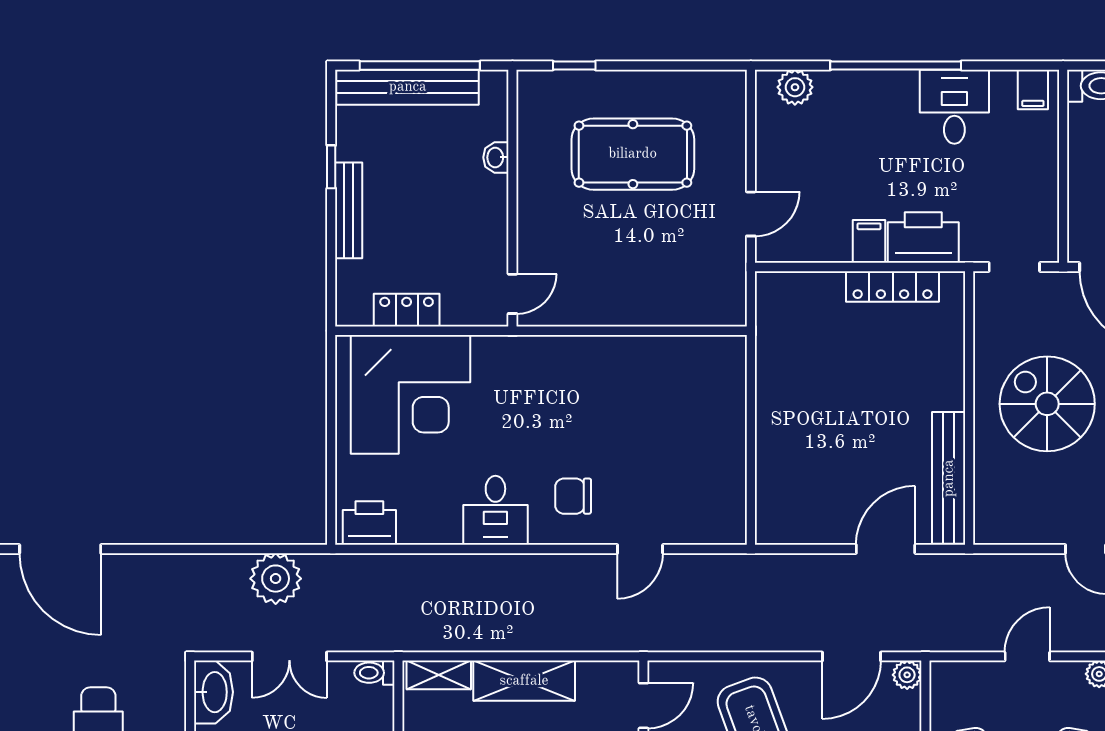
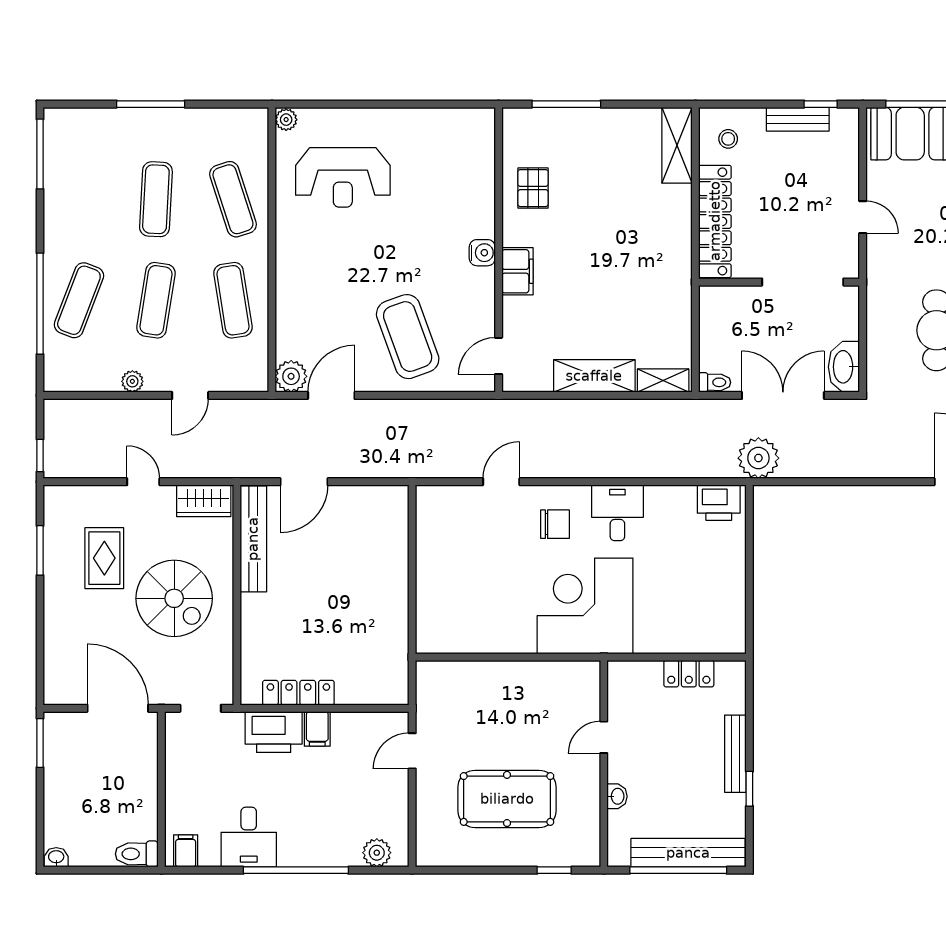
door: (512, 294) -> (604, 737), moved
corner desk: (410, 394) -> (585, 606), moved
wardrobe: (1010, 525) -> (204, 501), added
plant: (276, 579) -> (758, 458), moved
double door: (289, 656) -> (783, 395), width x1.37
plant: (907, 675) -> (291, 376), width x1.38, depth x1.38

